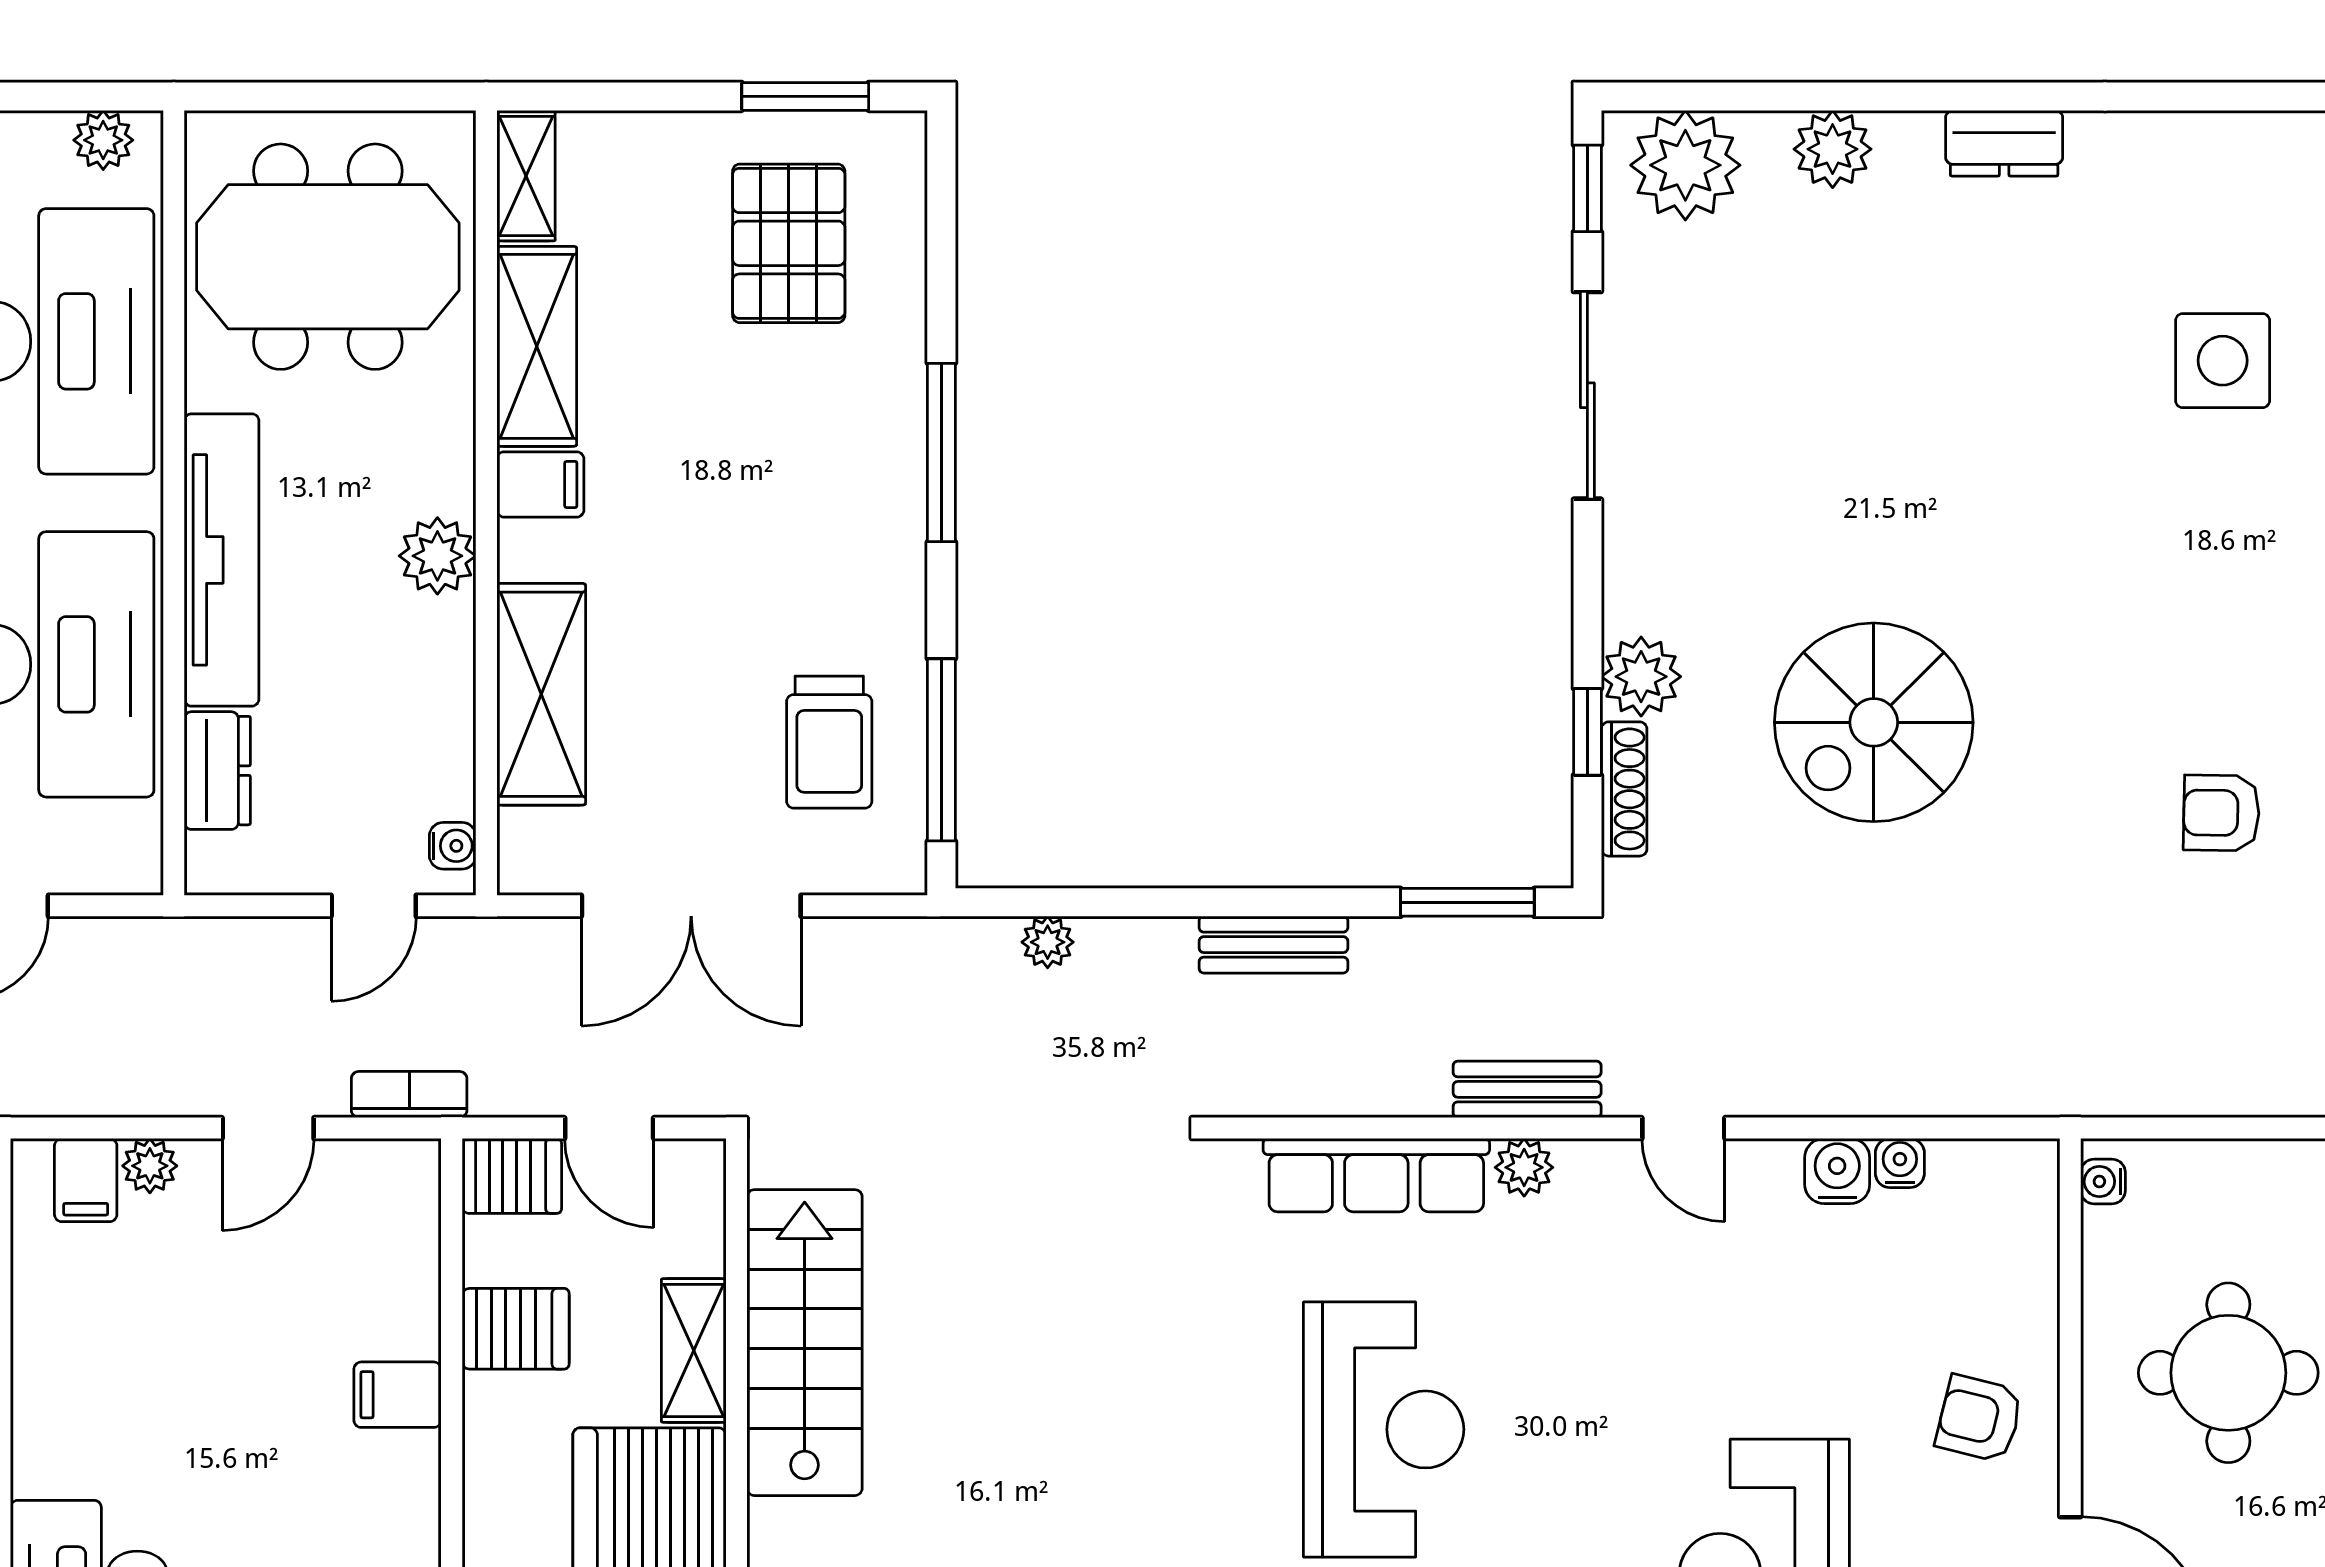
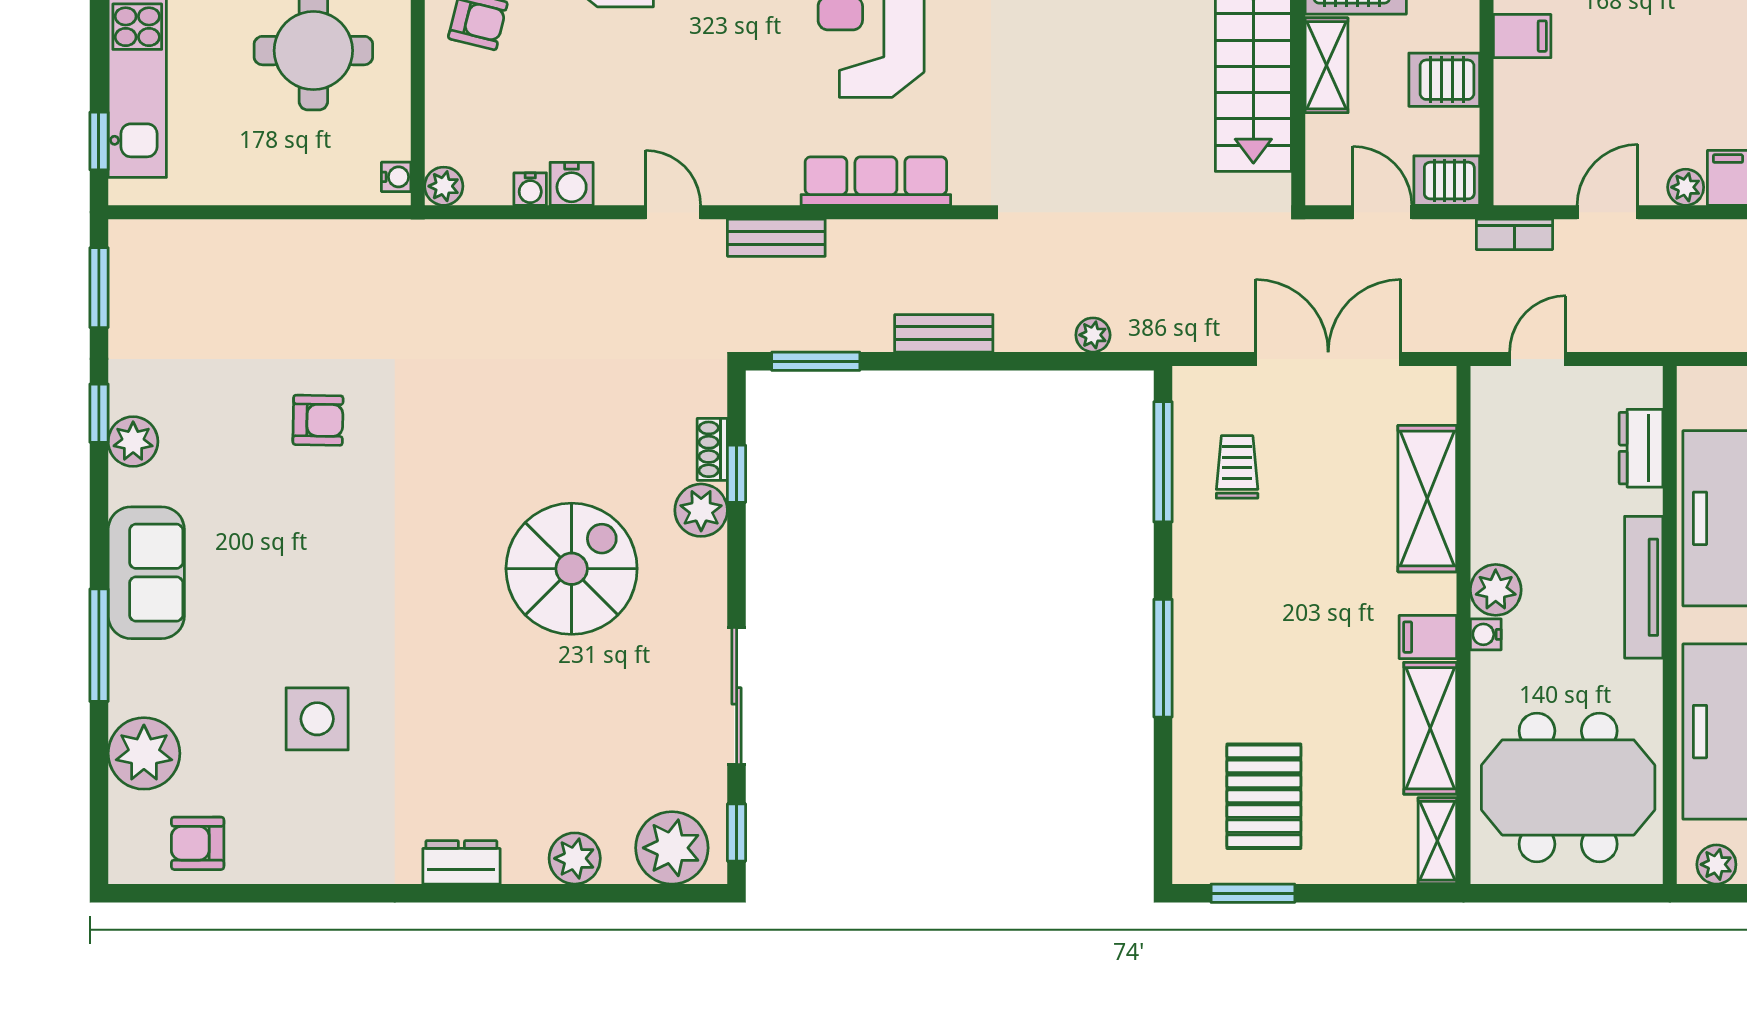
tv unit: (222, 560) -> (1644, 587), width x0.73, depth x0.78
spiral stairs: (1874, 722) -> (572, 569), moved
trolley: (829, 742) -> (1237, 467), width x0.73, depth x0.72
shoe rack: (1624, 789) -> (712, 449), width x0.70
water cooler: (453, 846) -> (1486, 634), moved
plant: (1524, 1167) -> (444, 186), moved

